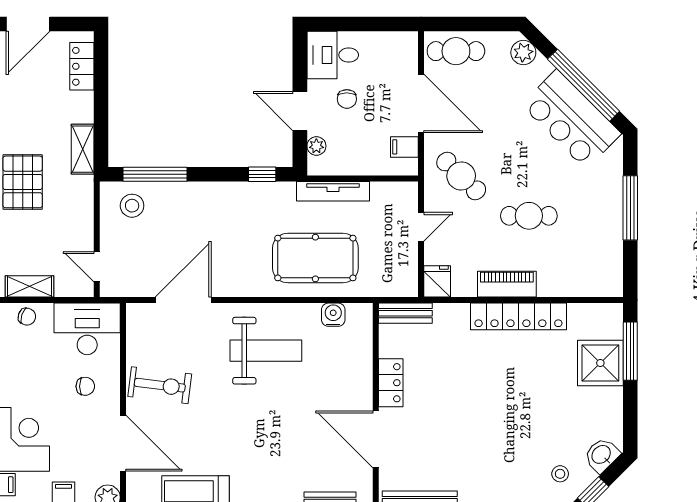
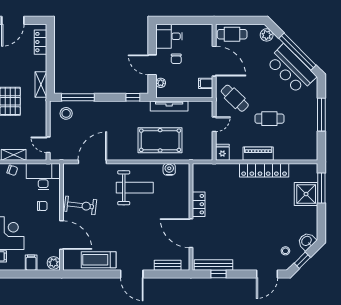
bench: (405, 313) -> (206, 169), removed

